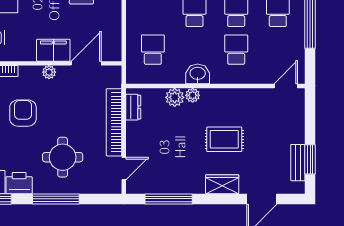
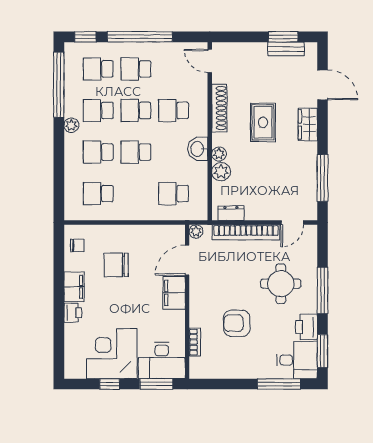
door: (86, 63) -> (187, 260), hinge flipped
plant: (49, 72) -> (196, 231), moved
shoe rack: (239, 96) -> (219, 108), added
door: (124, 169) -> (292, 223), swing flipped

